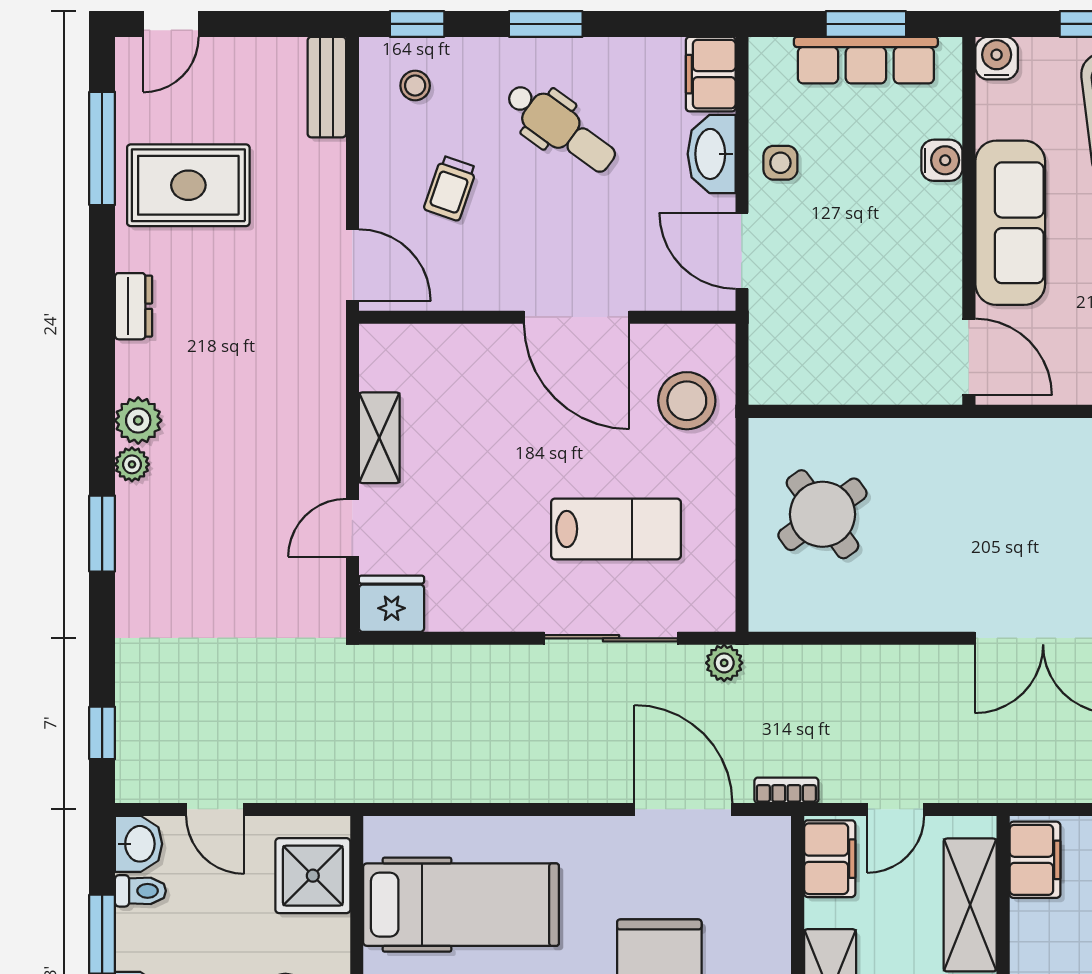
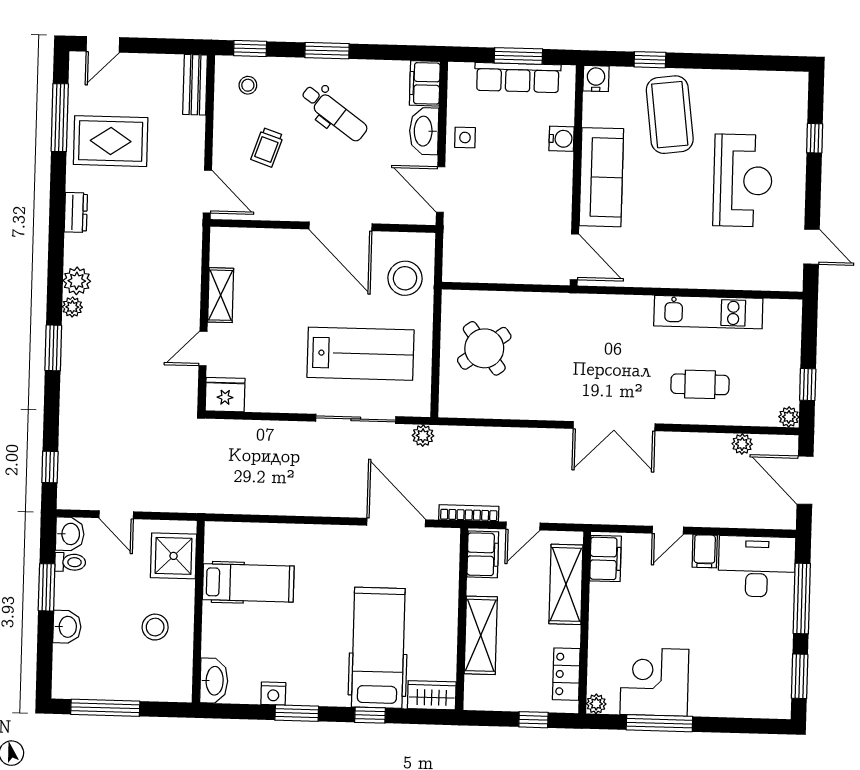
lab bench: (616, 529) -> (361, 354), width x1.36, depth x1.39
bookcase: (786, 790) -> (469, 513), width x1.56
hospital bed: (461, 905) -> (248, 583), width x0.73, depth x0.78

